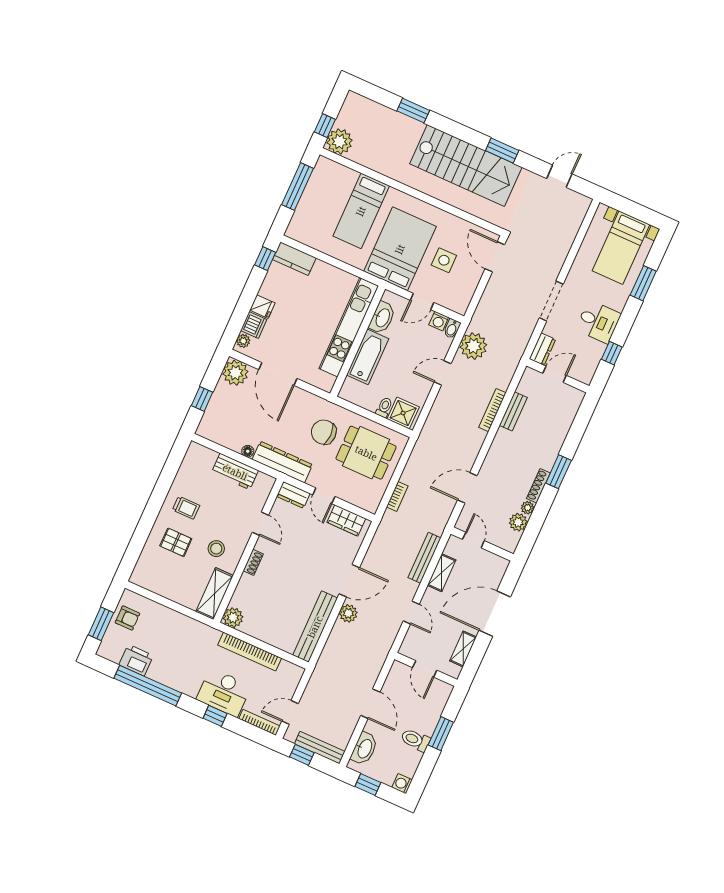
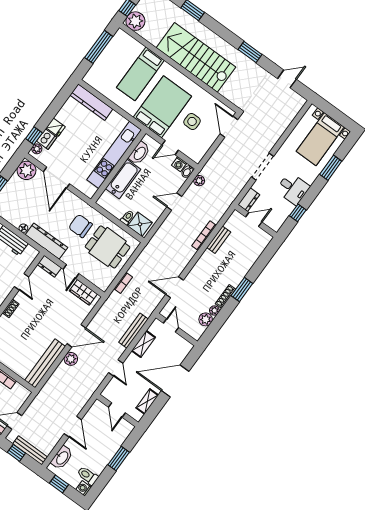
stairs: (466, 166) -> (196, 57), moved, turned 180
window: (265, 259) -> (34, 136), moved
kitchen counter: (294, 259) -> (91, 102), width x1.50
plant: (473, 346) -> (199, 181), width x0.53, depth x0.53
toilet: (415, 740) -> (88, 476), moved

